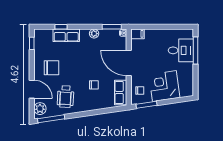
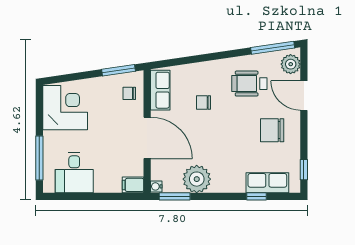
plant: (94, 34) -> (197, 179), width x1.87, depth x1.87
row of seats: (66, 35) -> (267, 183), moved
desk: (181, 50) -> (74, 173), moved, turned -90
corner desk: (164, 86) -> (65, 108), moved, turned -82
wheelchair: (66, 97) -> (249, 84), turned -93

